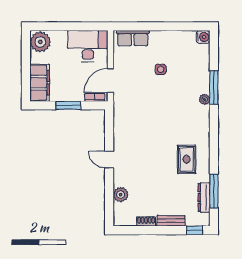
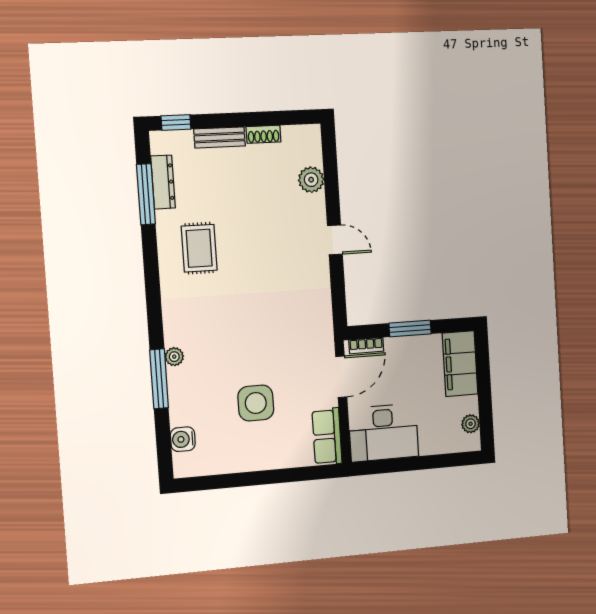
water cooler: (203, 37) -> (183, 439), moved
row of seats: (133, 38) -> (327, 437), moved, turned -90
plant: (40, 42) -> (471, 424), width x0.53, depth x0.53
side table: (161, 69) -> (256, 403), width x1.87, depth x1.87

